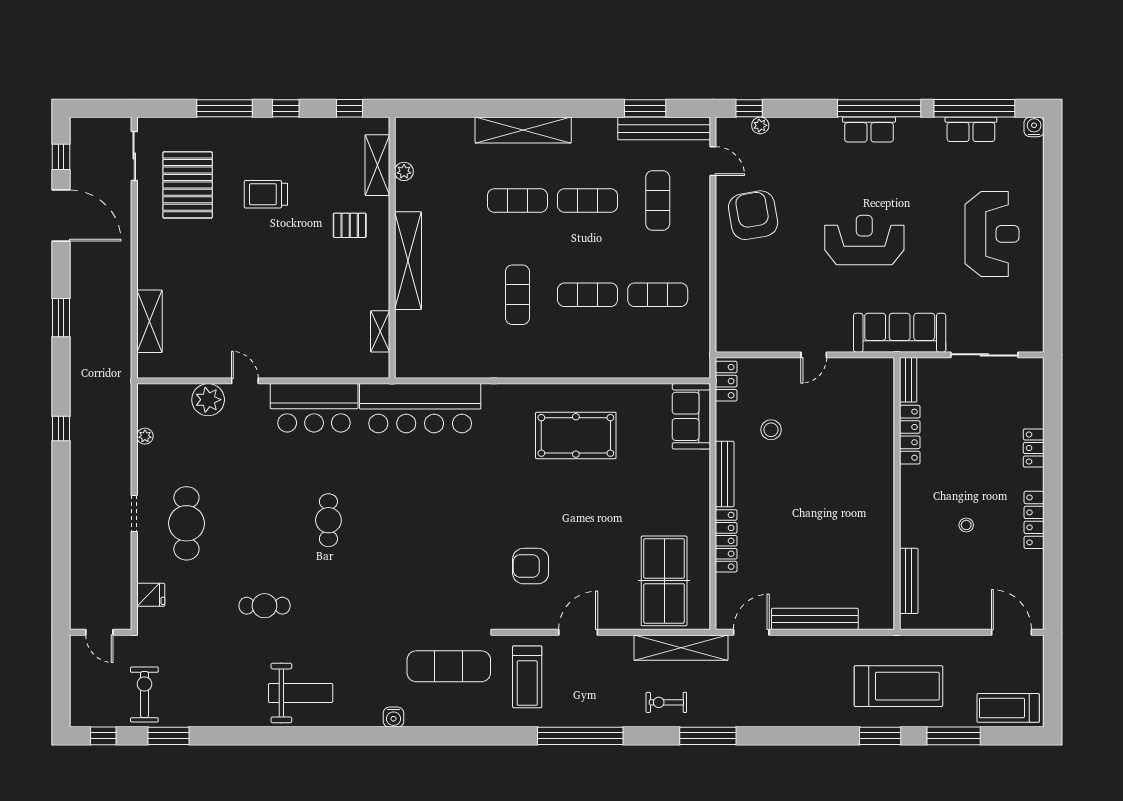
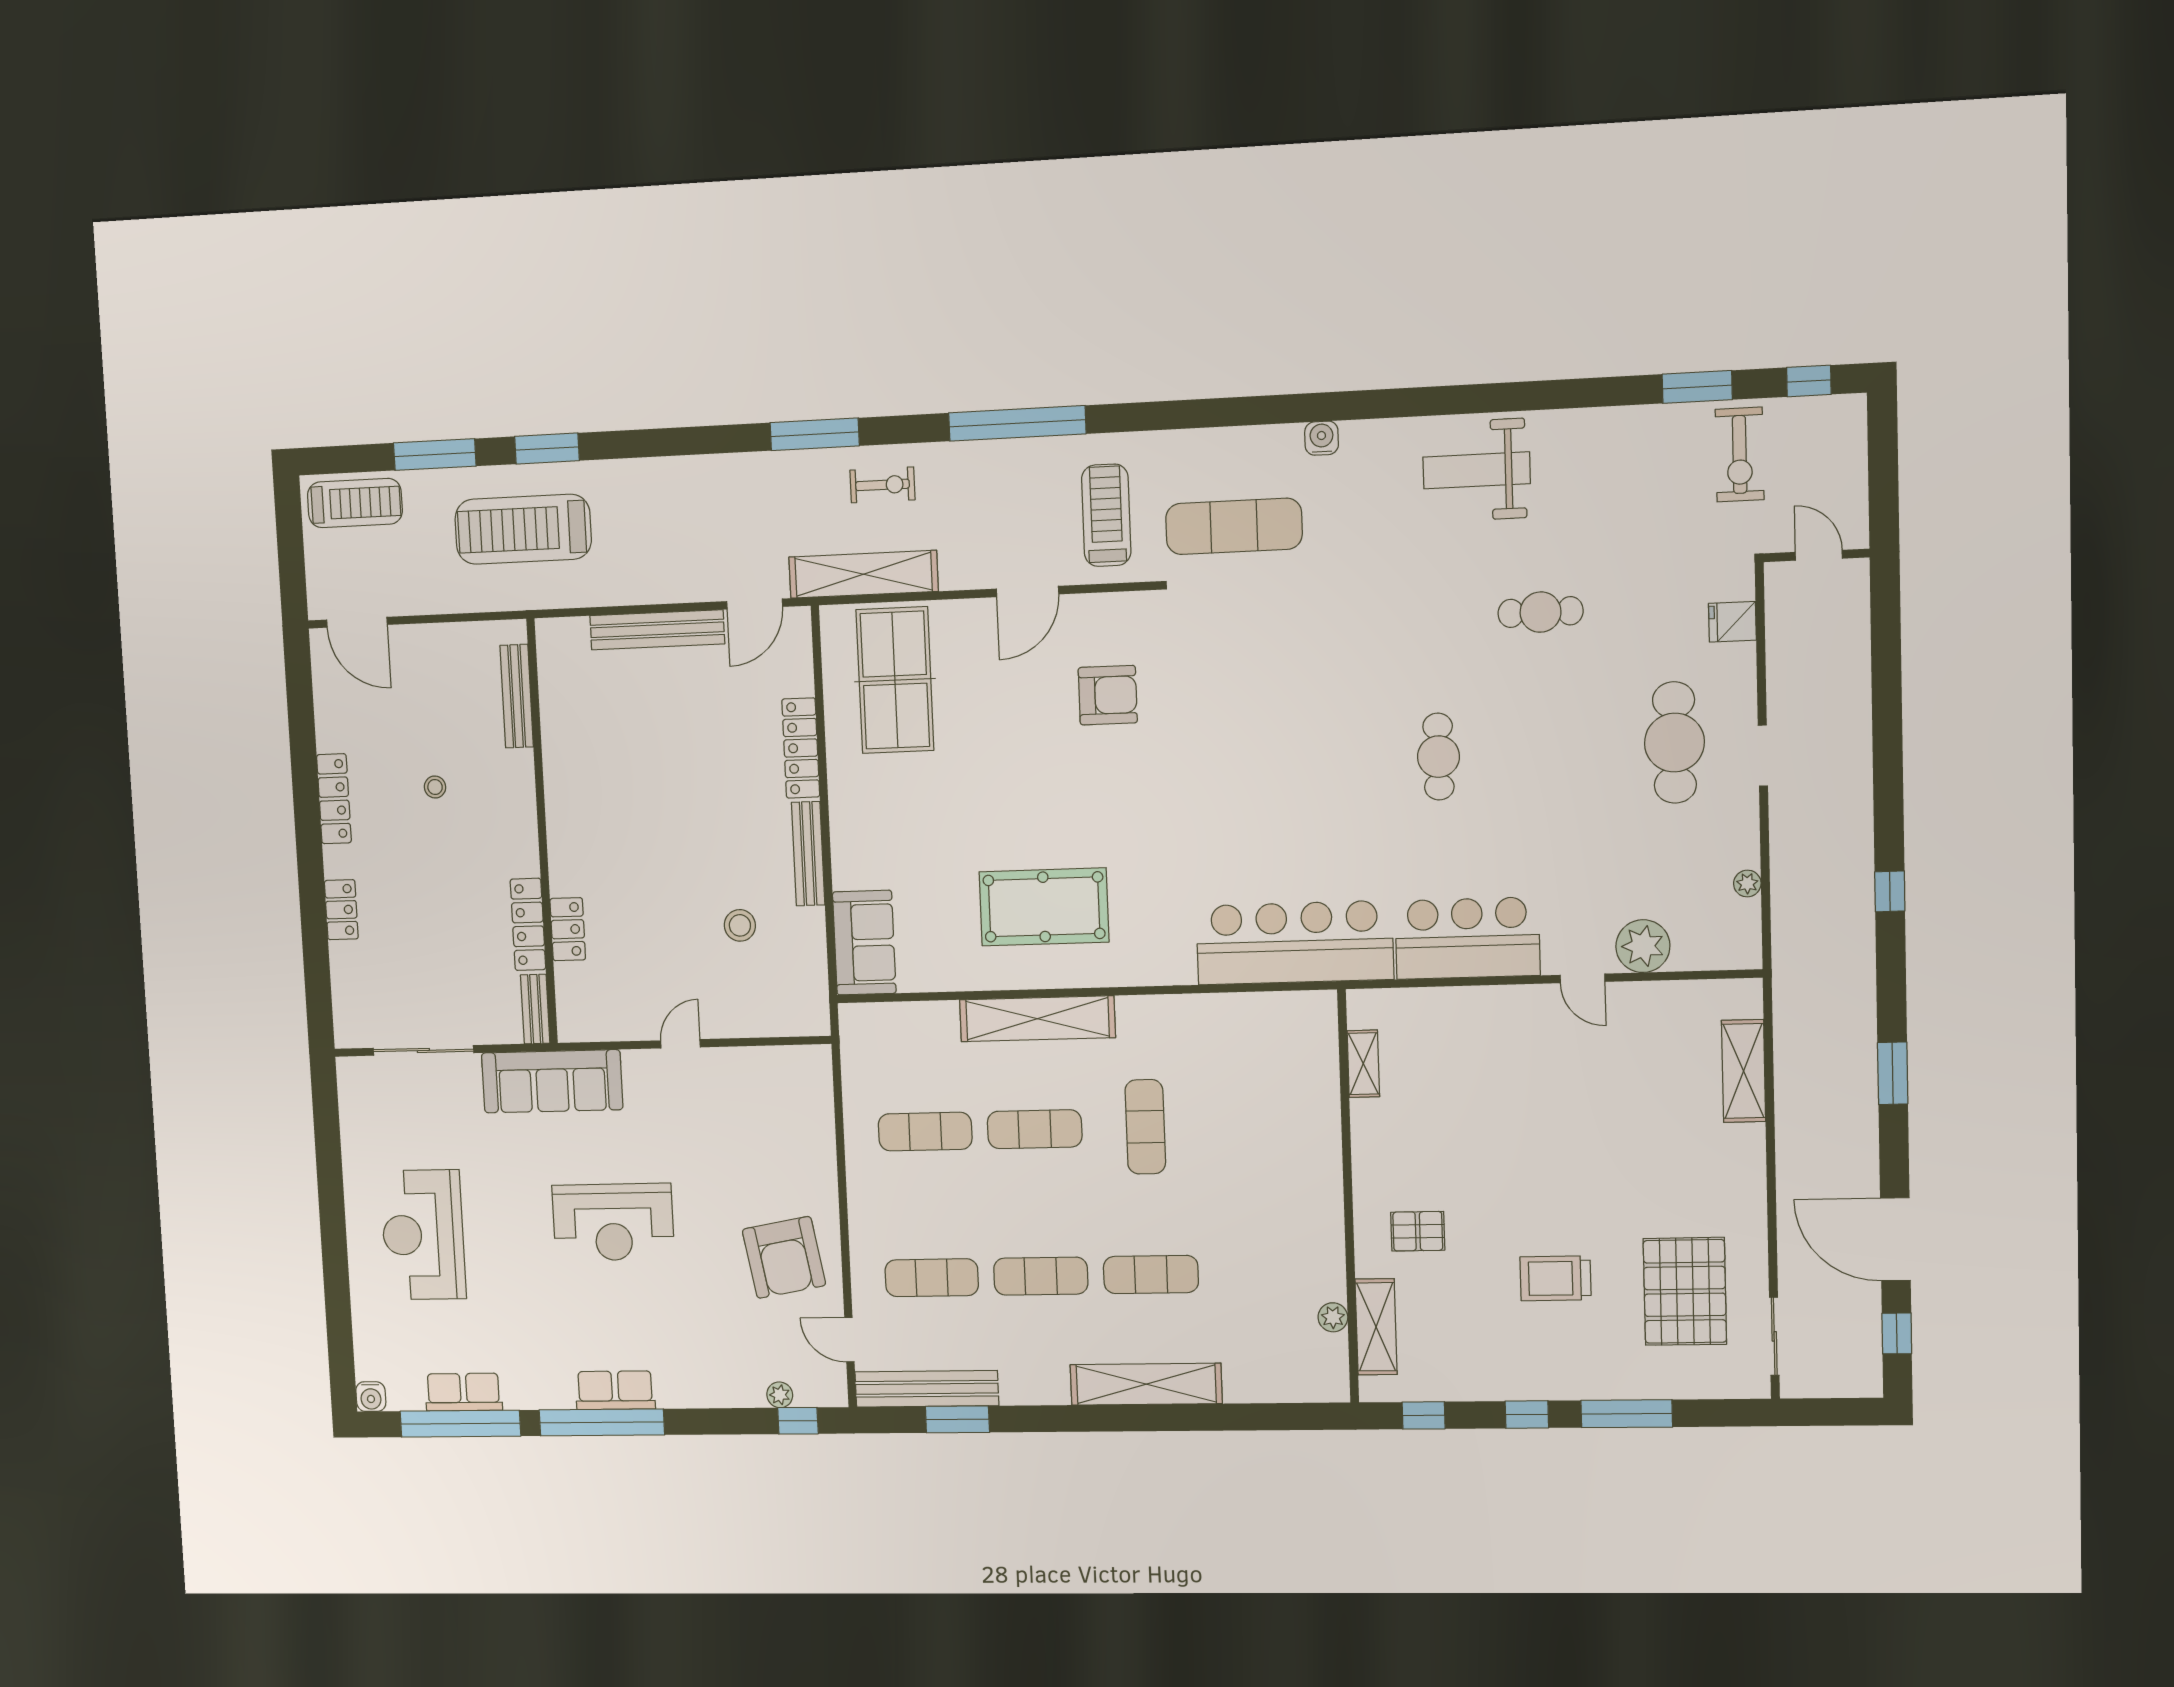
trolley: (266, 194) -> (1556, 1278), turned 180
exercise mat: (658, 200) -> (932, 1278), turned 90
shelving: (408, 261) -> (1037, 1019), moved, turned 90
locker: (726, 381) -> (568, 929), moved, turned 180

